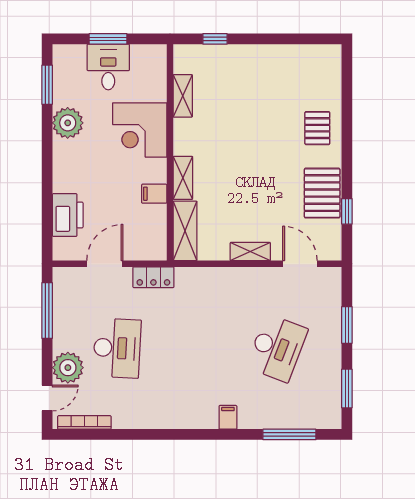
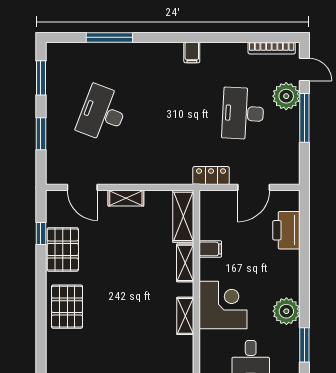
shelving: (183, 96) -> (185, 316), moved
pallet: (317, 128) -> (67, 307), width x1.50, depth x1.42
window: (47, 311) -> (304, 118), moved
door: (47, 398) -> (304, 70), swing flipped
filing cabinet: (228, 417) -> (192, 52), moved
window: (289, 434) -> (109, 37), moved

